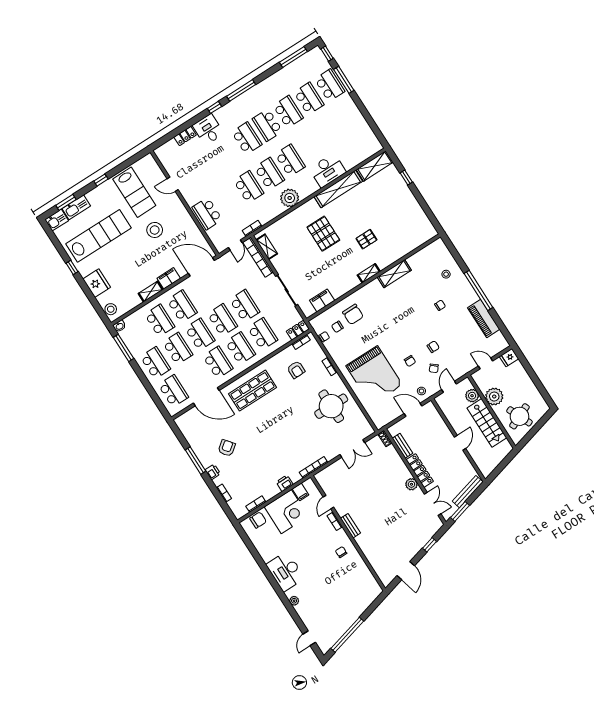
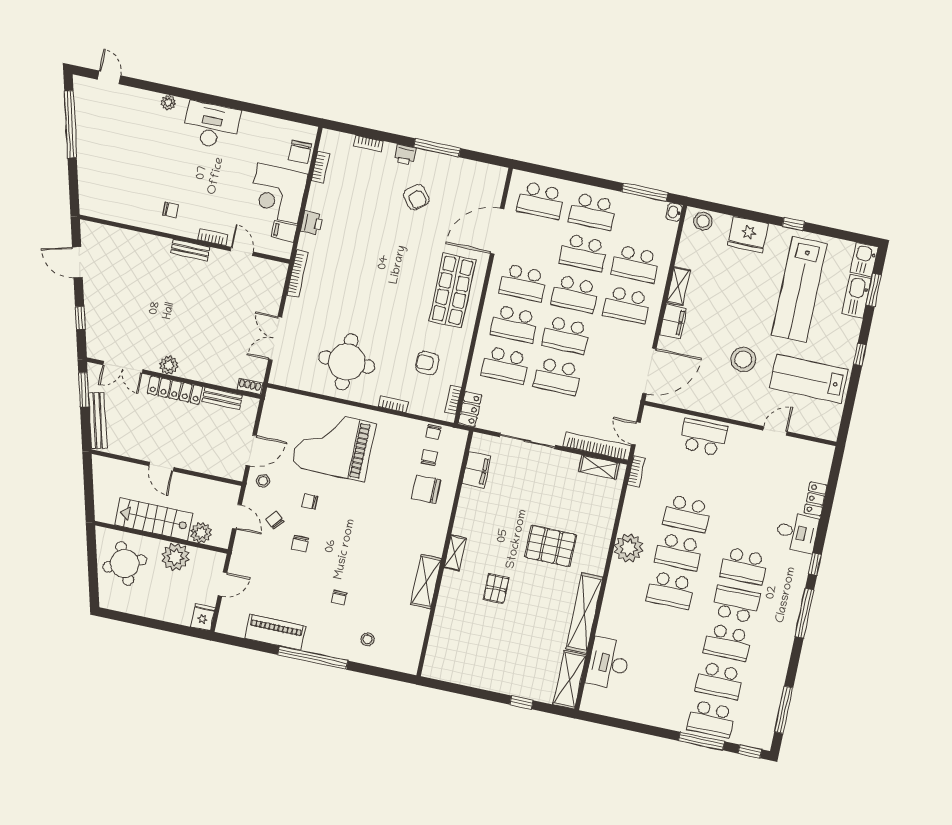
desk: (328, 170) -> (608, 663), moved

